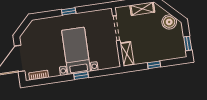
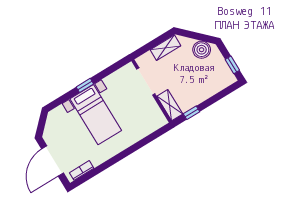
bed with nightstands: (76, 51) -> (96, 115), moved, turned 180
window: (154, 65) -> (191, 113), moved
window: (81, 76) -> (129, 151), removed

